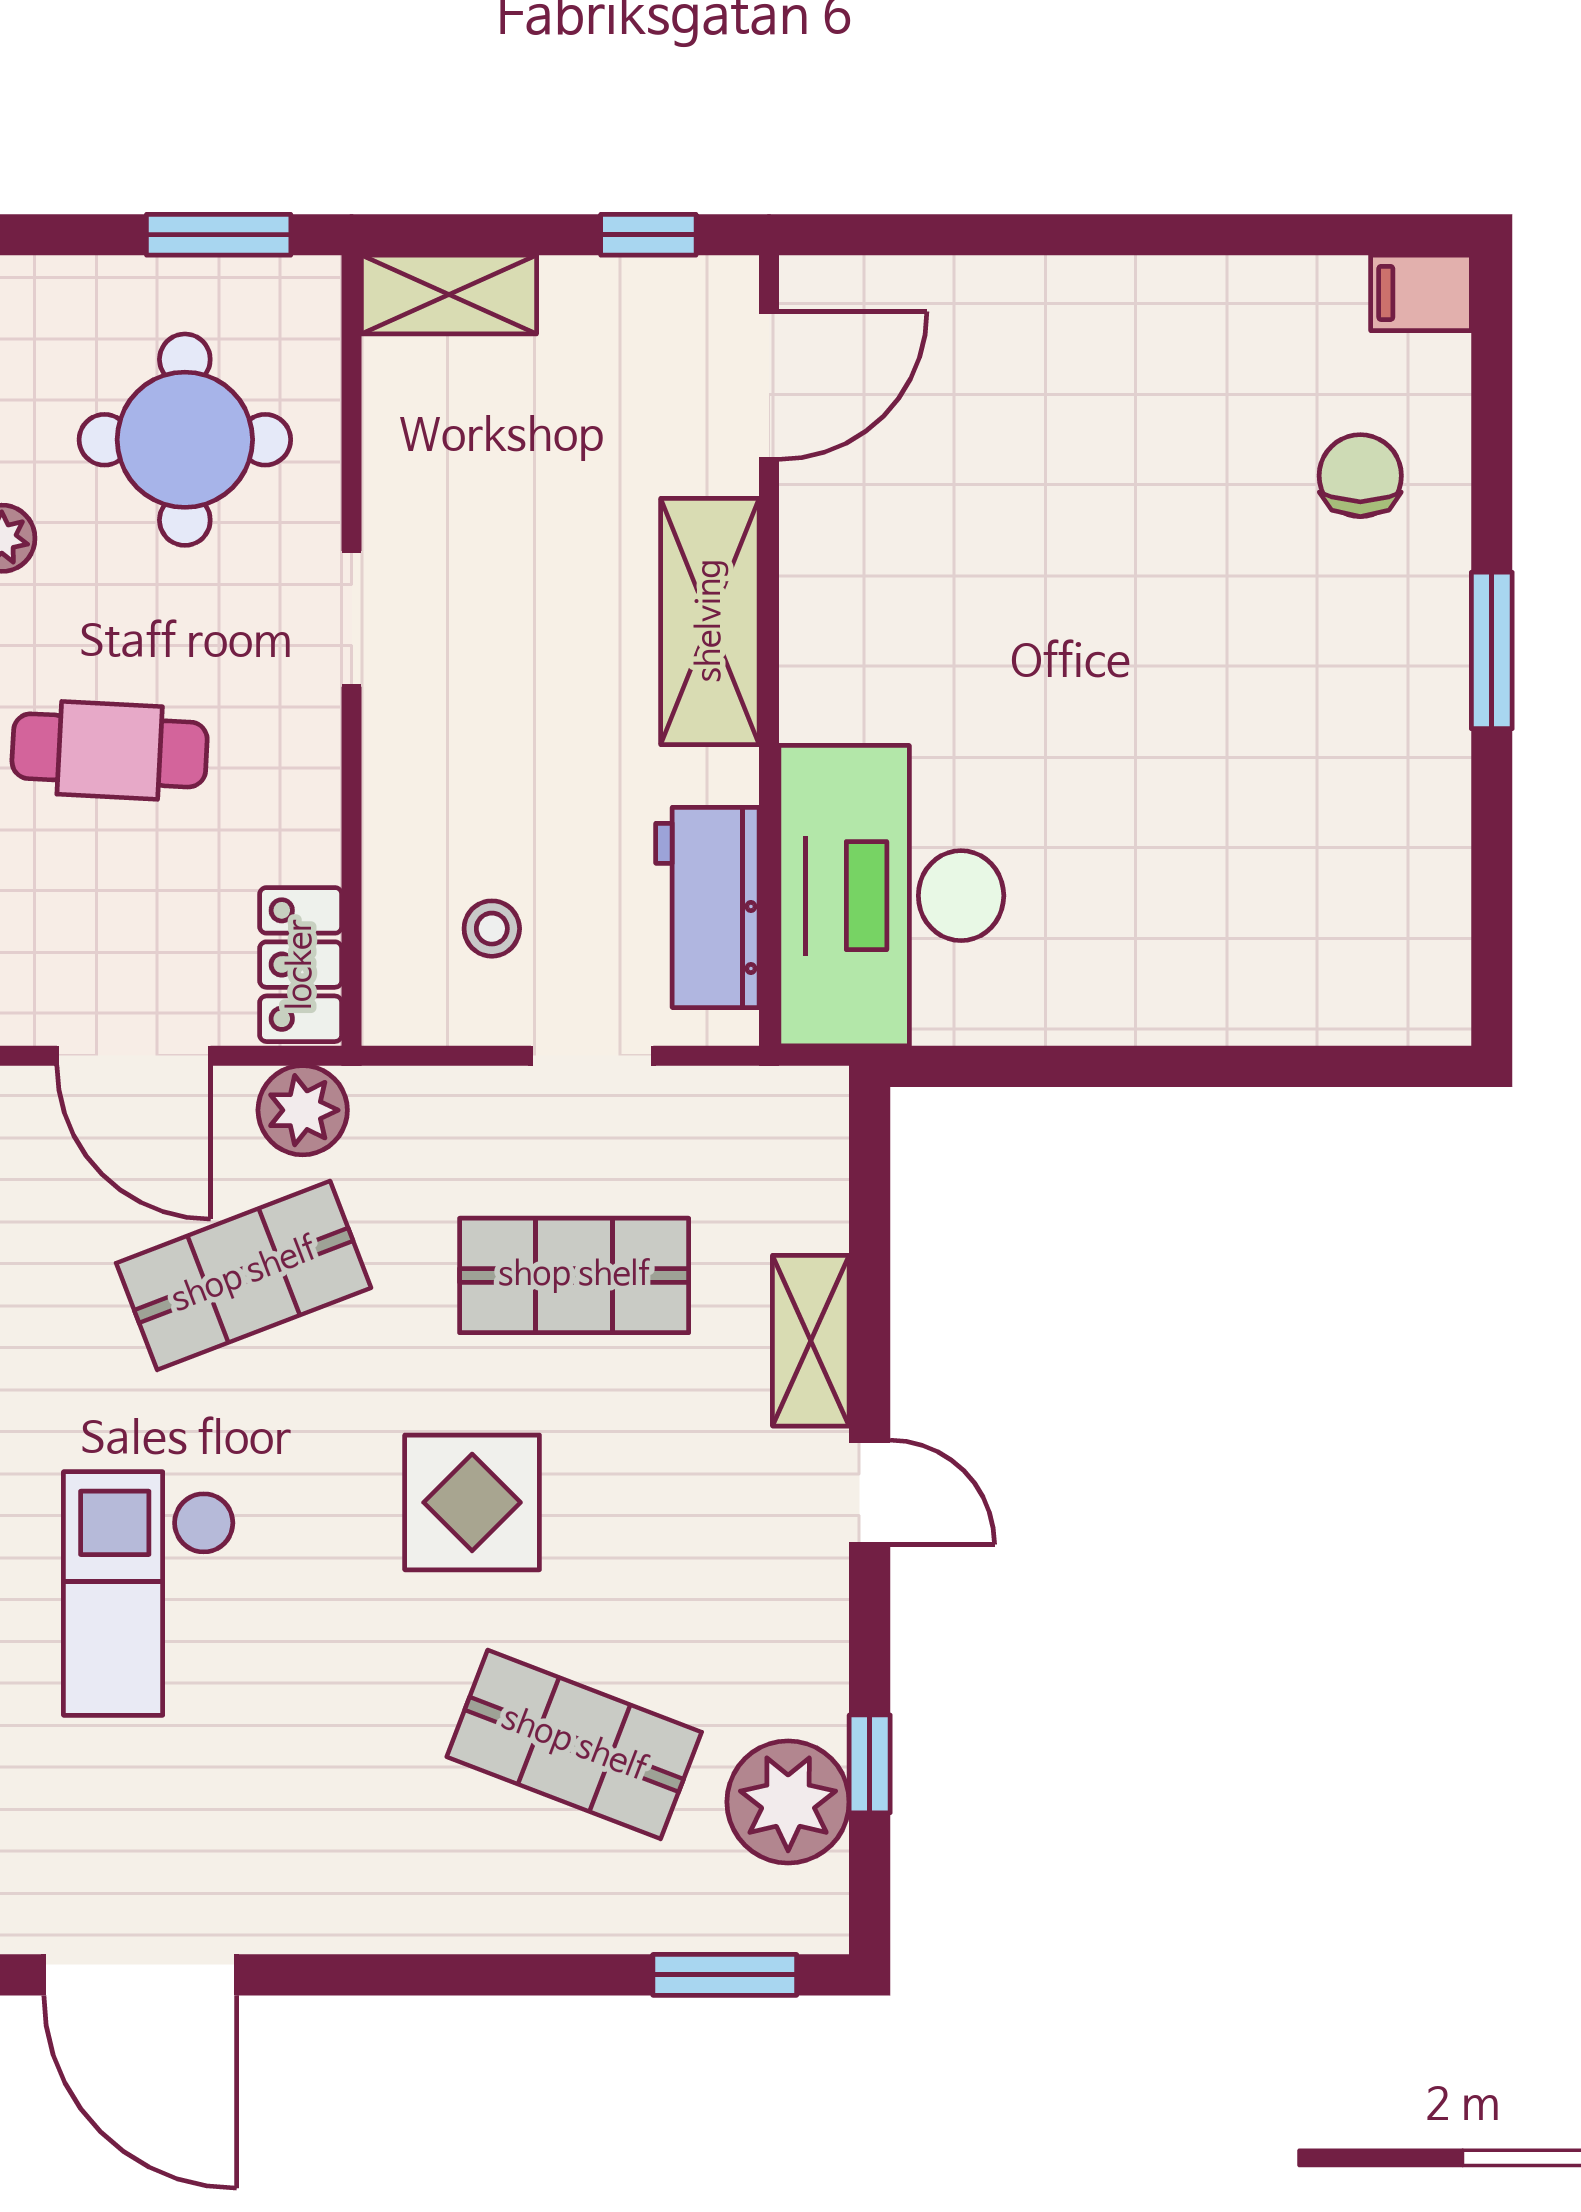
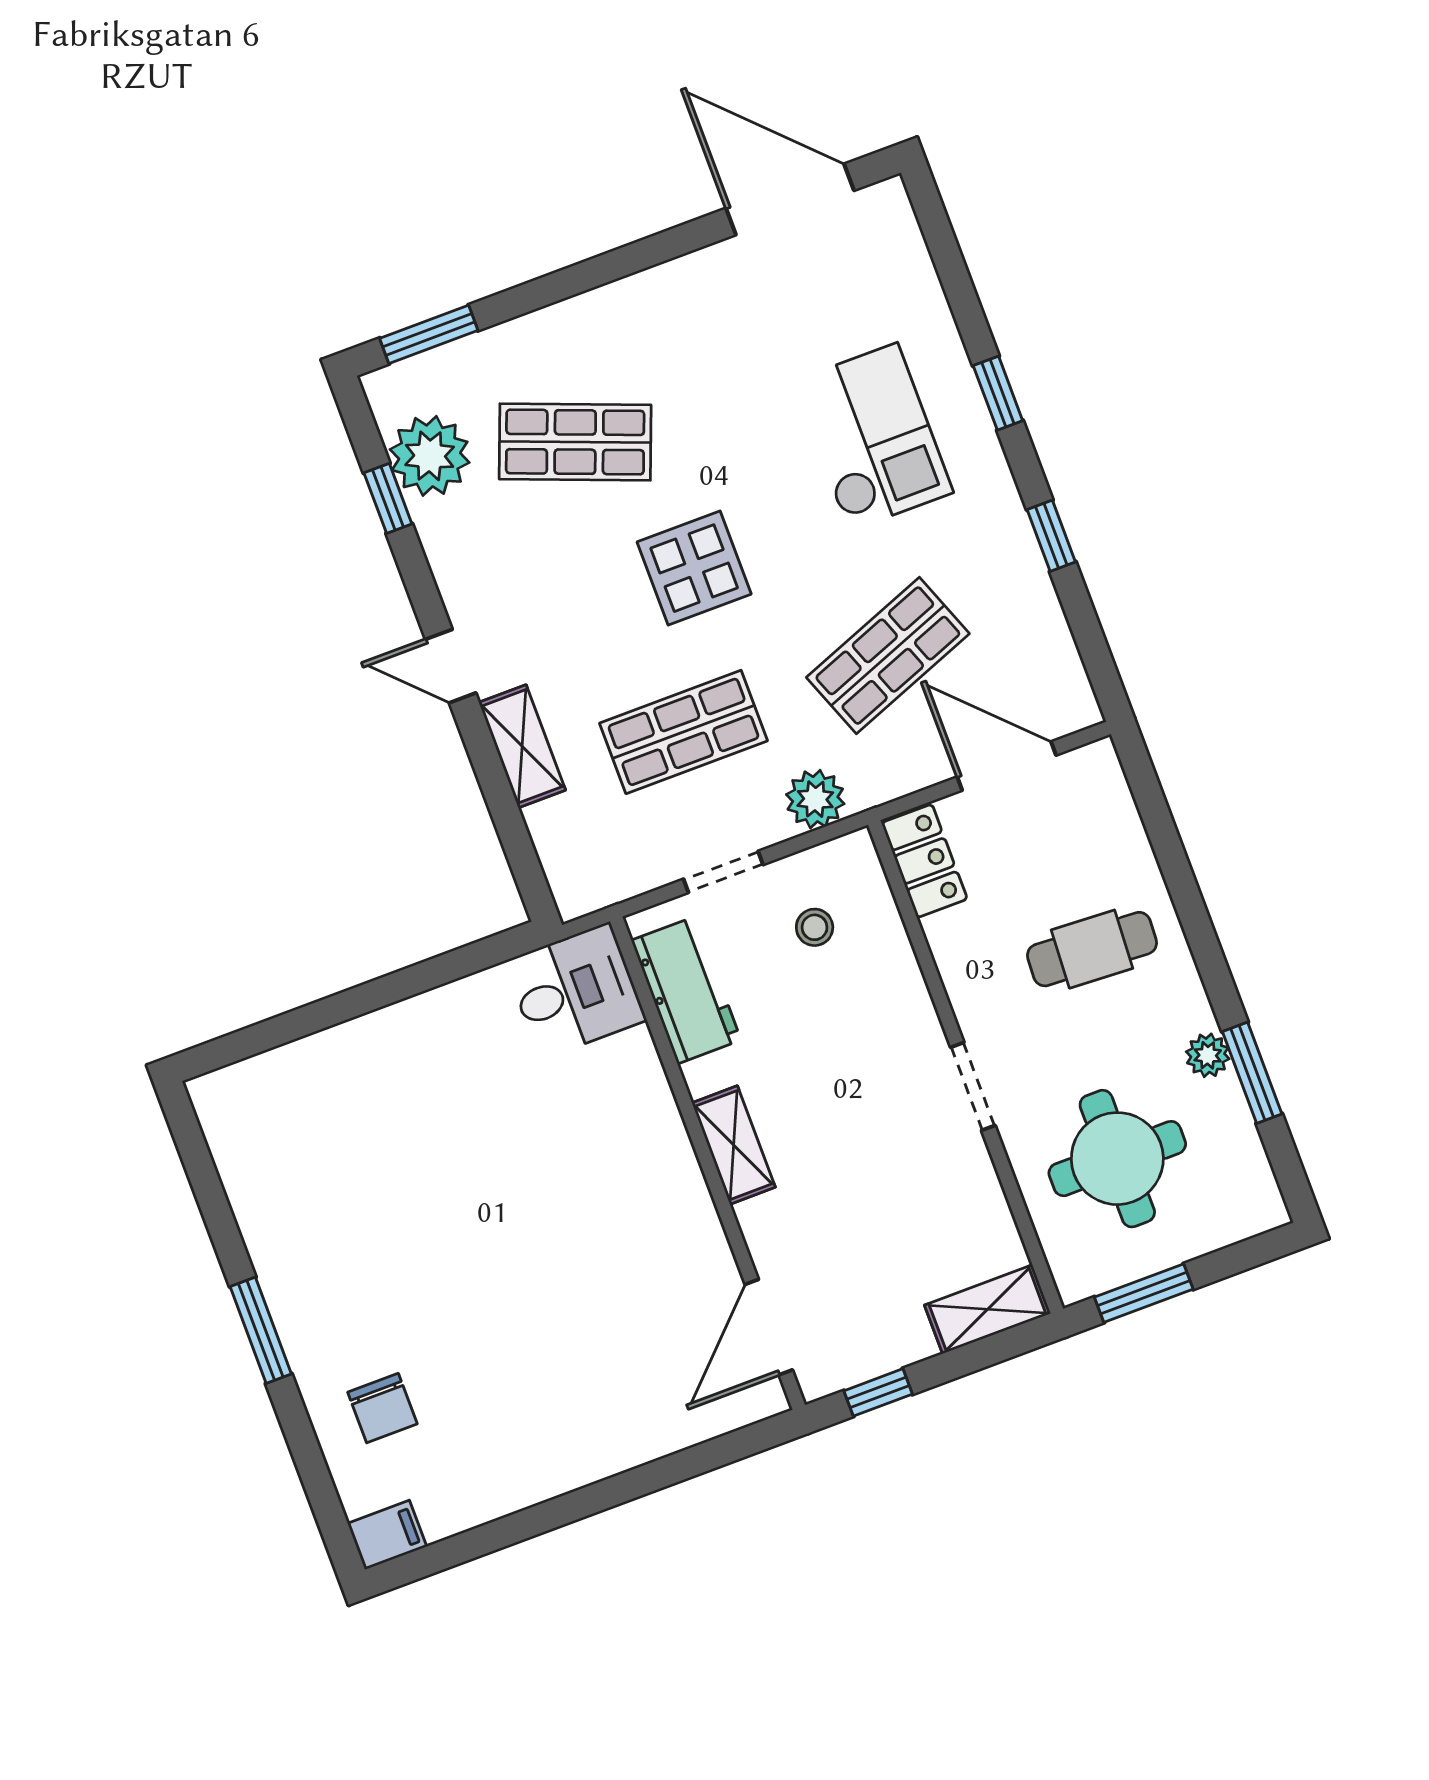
shelving: (710, 621) -> (734, 1145), width x0.67, depth x0.75
desk: (891, 896) -> (575, 991), width x0.53, depth x0.77
plant: (303, 1110) -> (815, 799), moved

